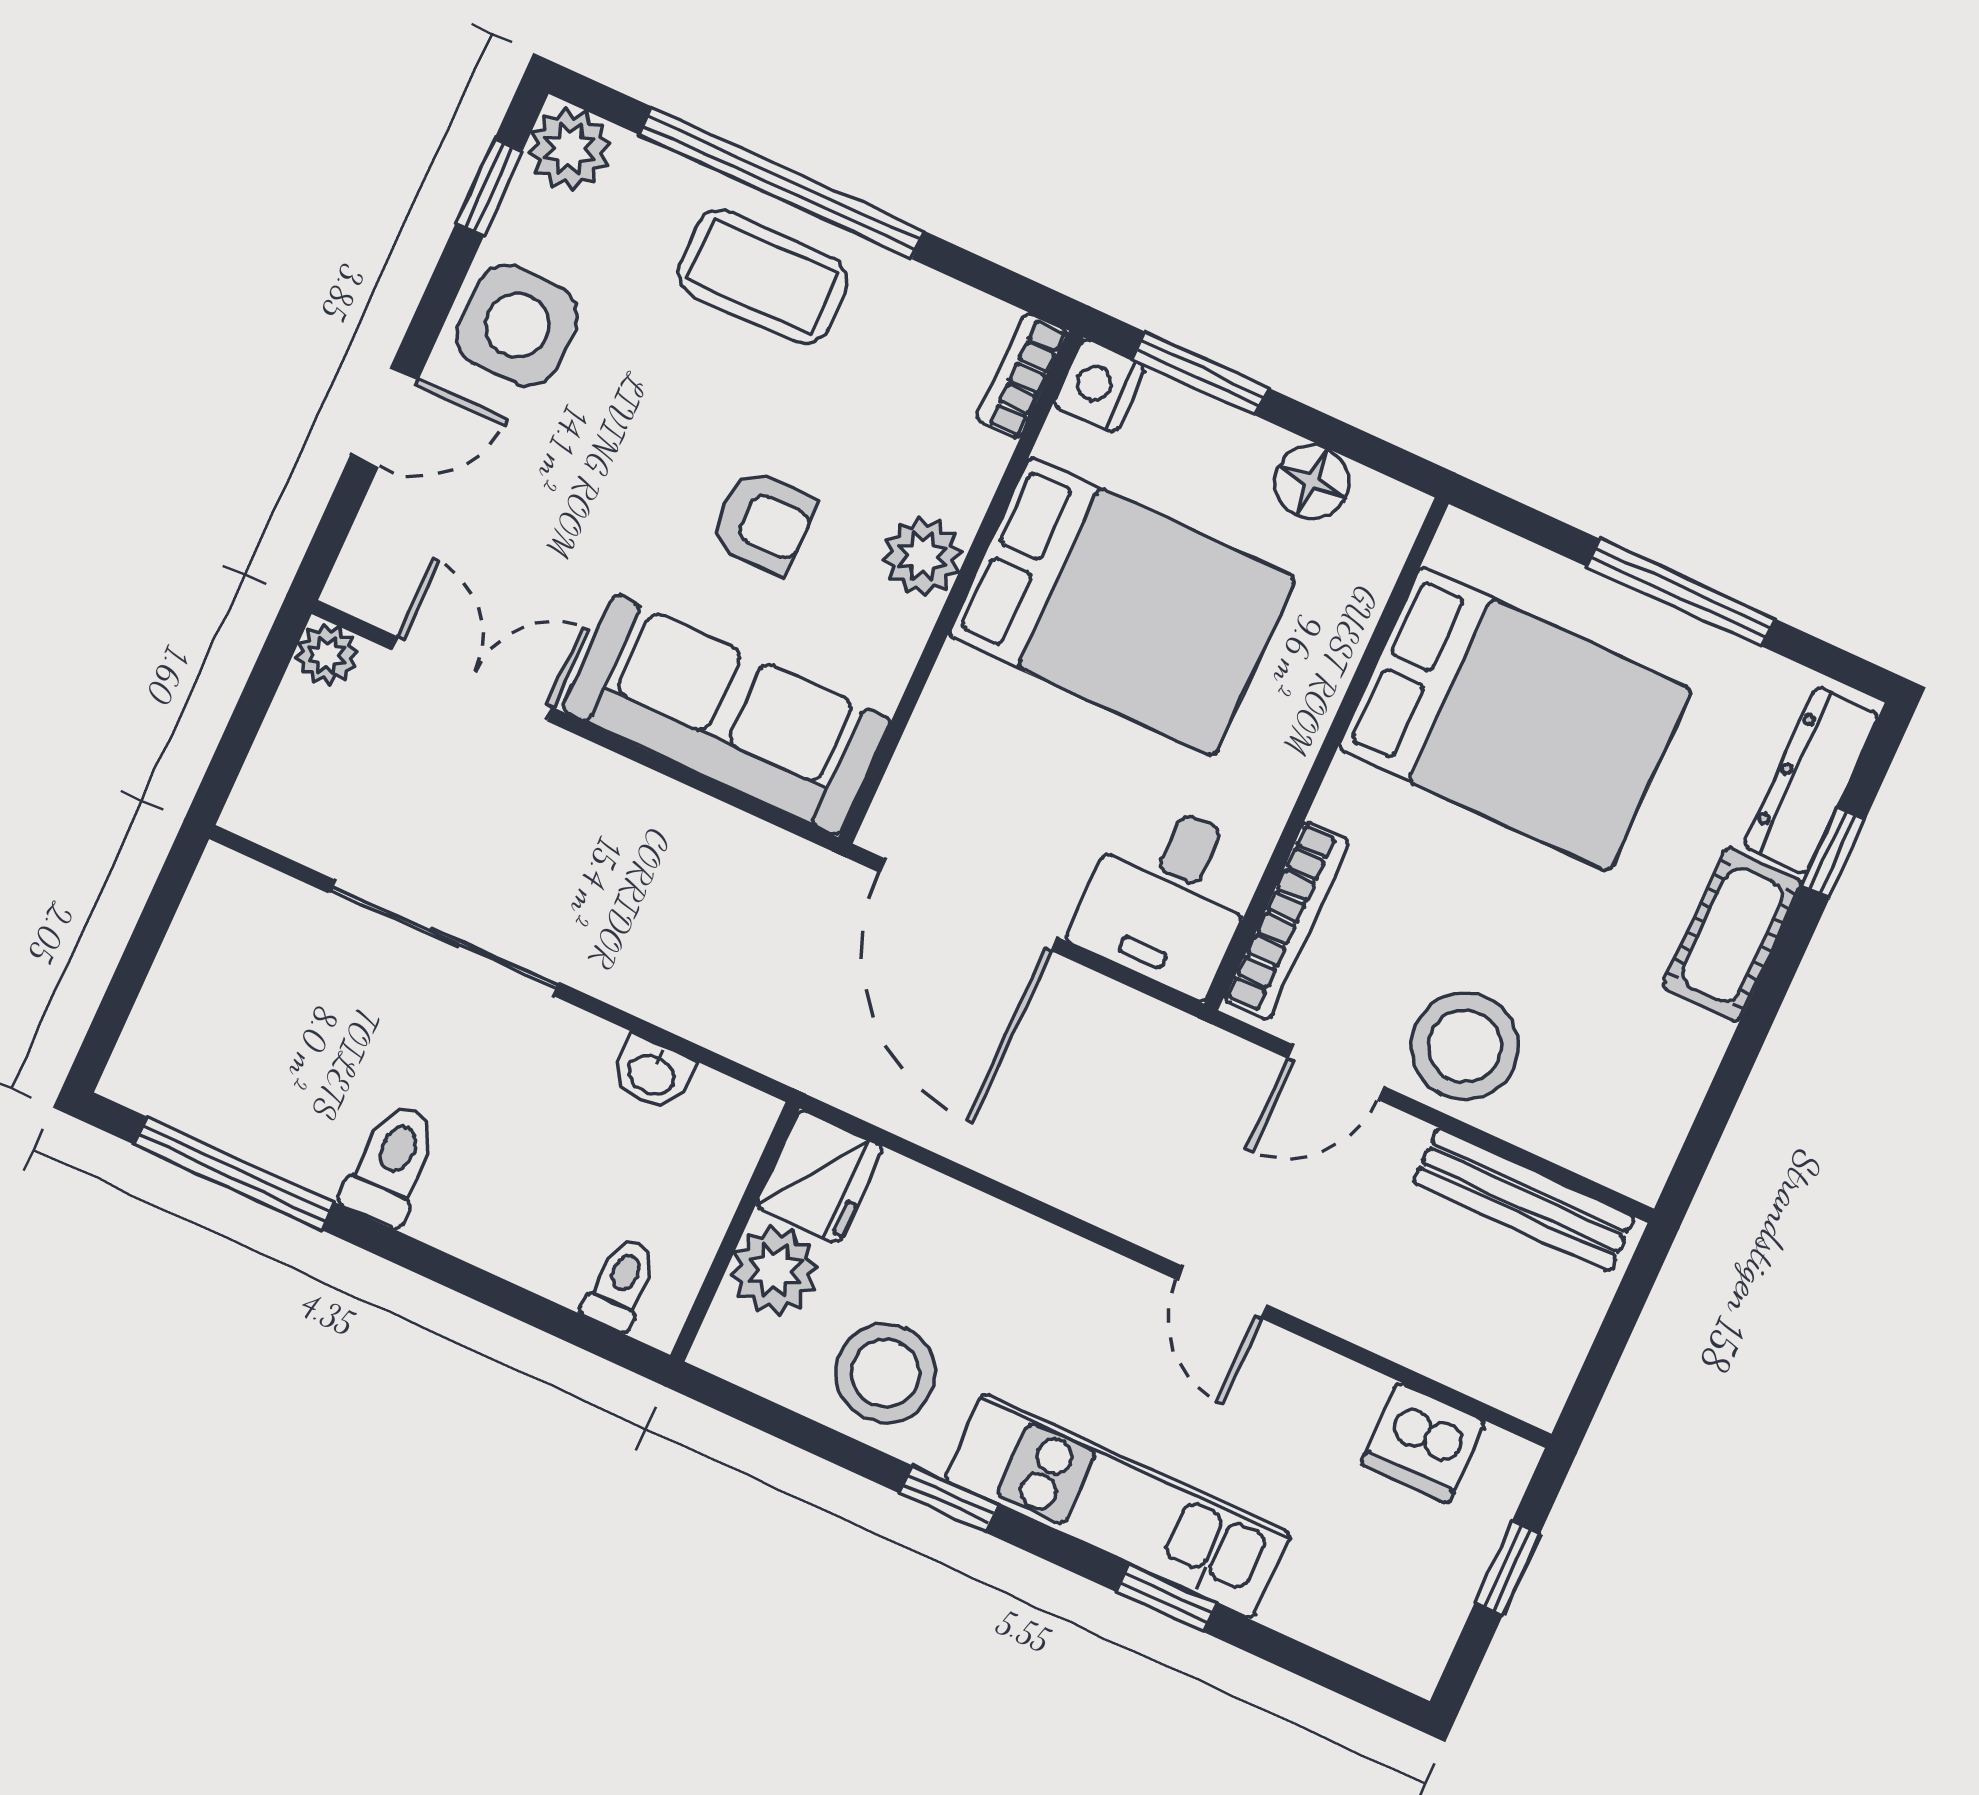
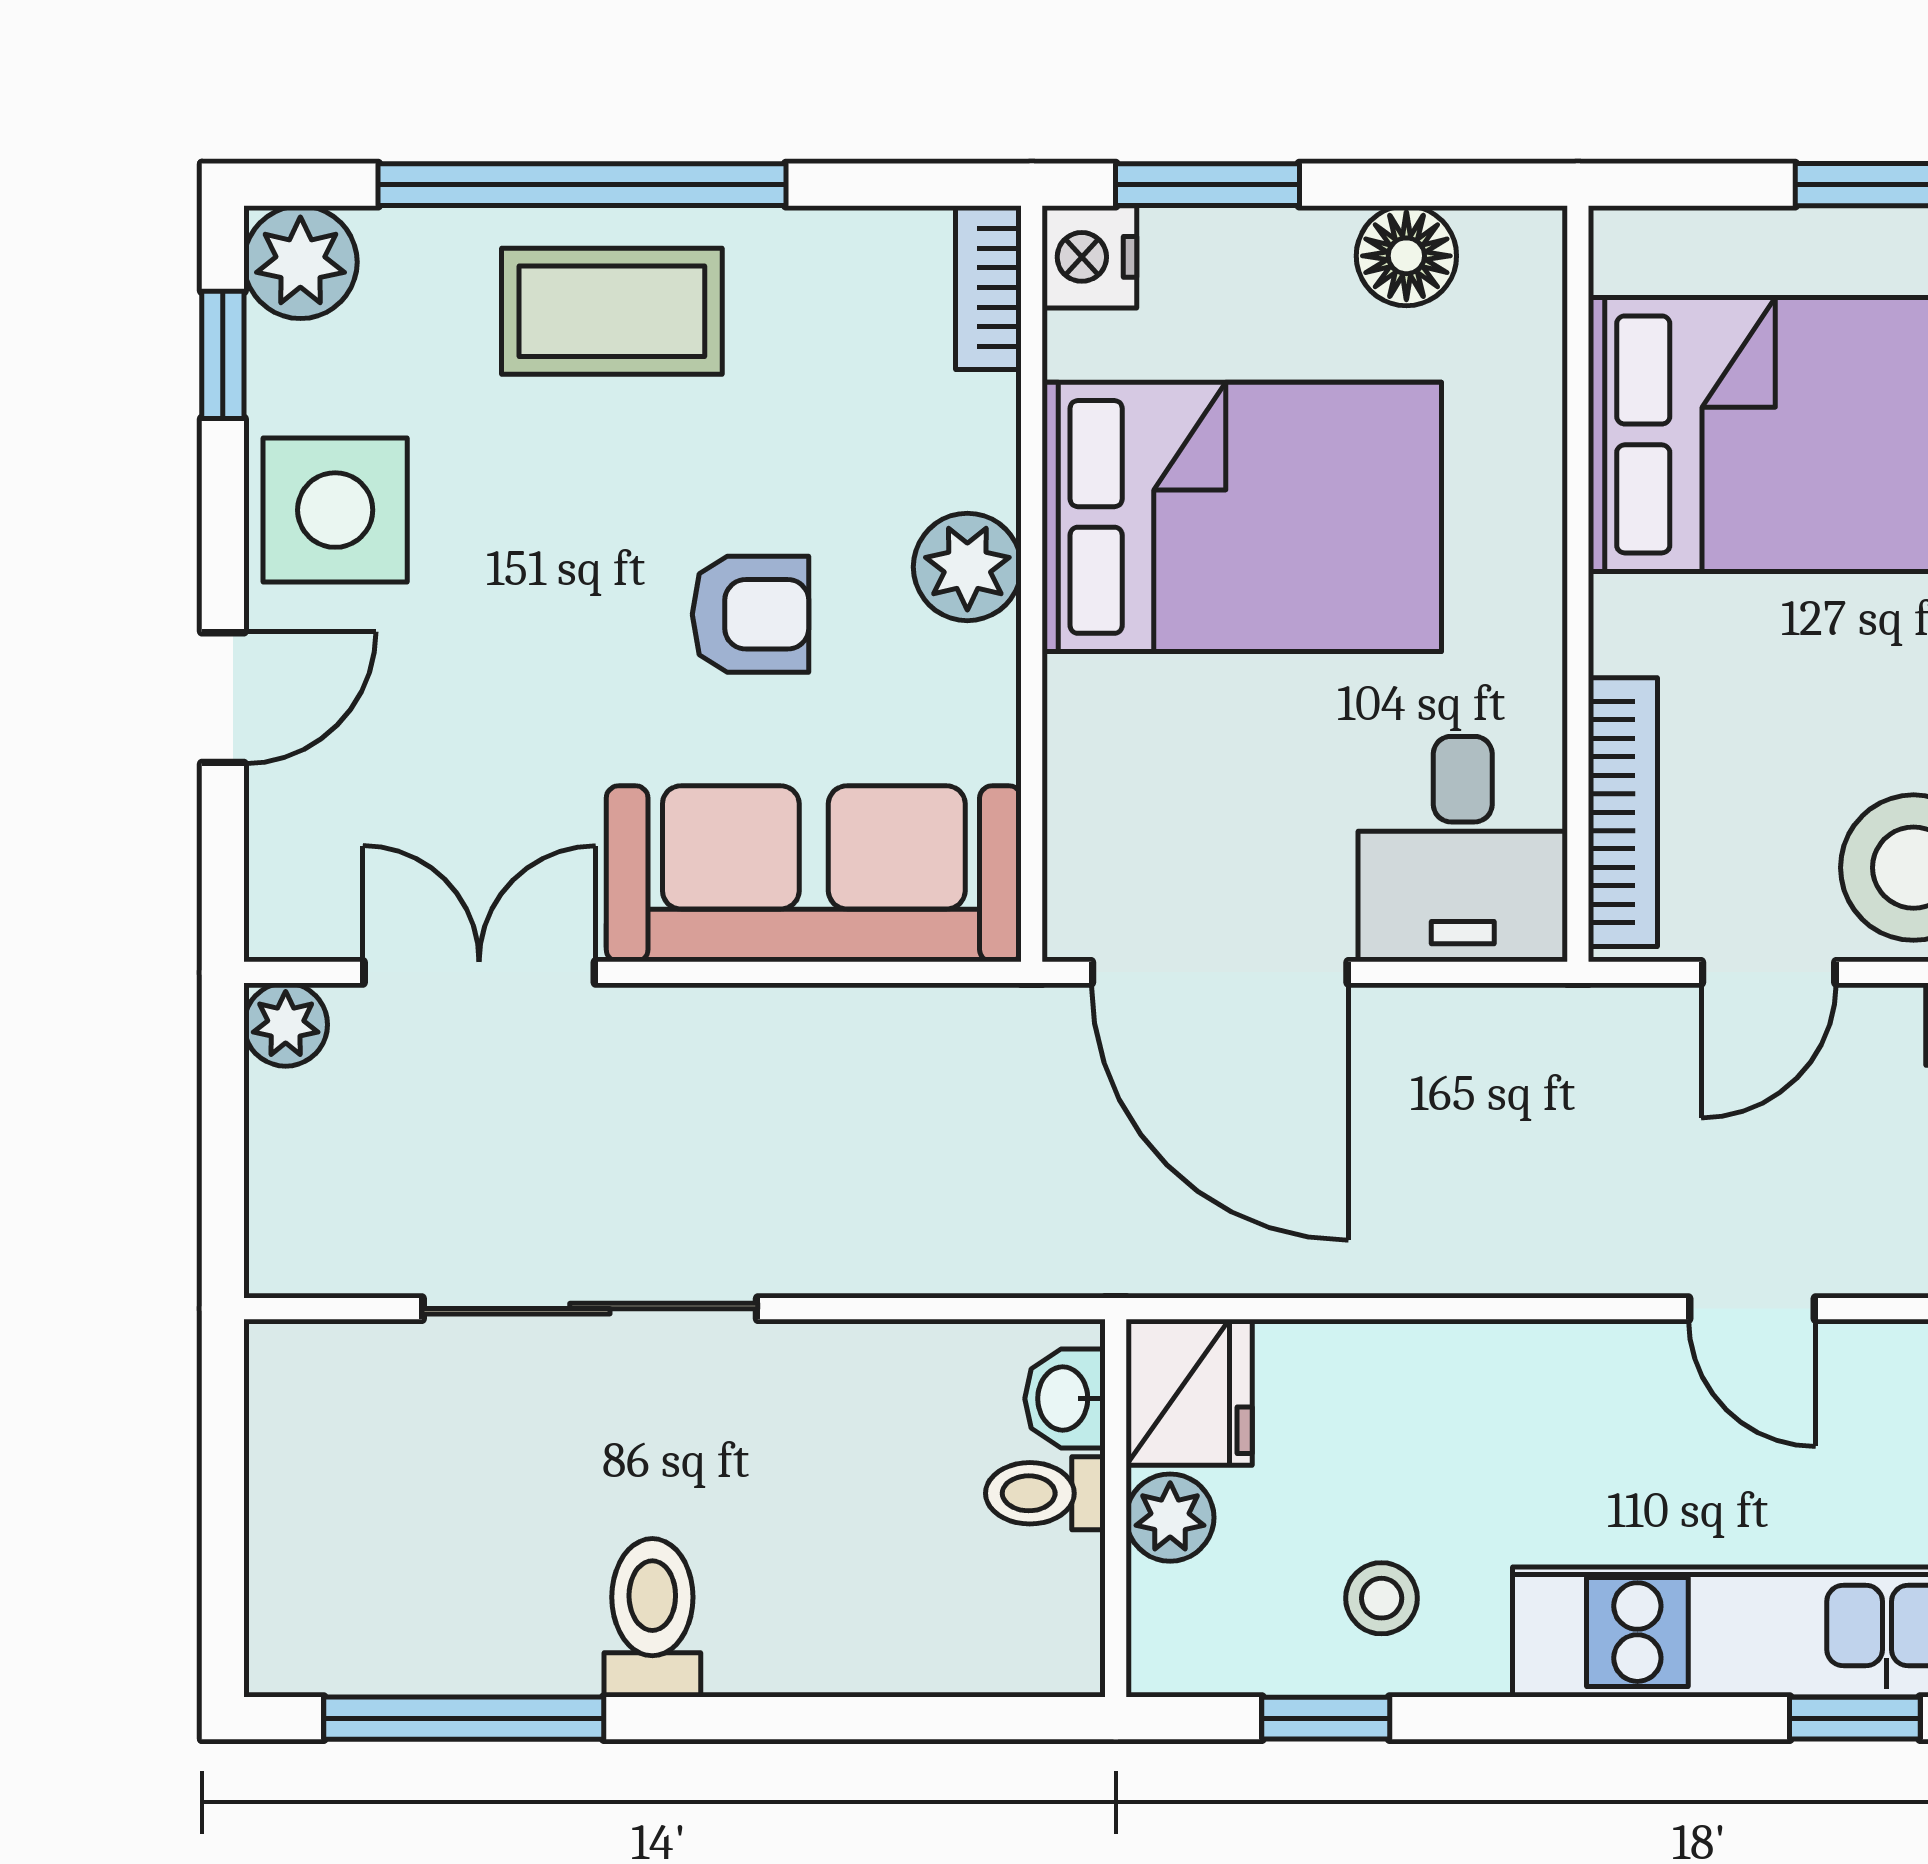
washbasin: (652, 1073) -> (1065, 1399), moved, turned 90
plant: (774, 1271) -> (1170, 1518), width x0.73, depth x0.73
toilet: (620, 1284) -> (1045, 1493), moved, turned -90
stool: (885, 1373) -> (1382, 1598), width x0.53, depth x0.53
window: (949, 1499) -> (1326, 1718), moved

